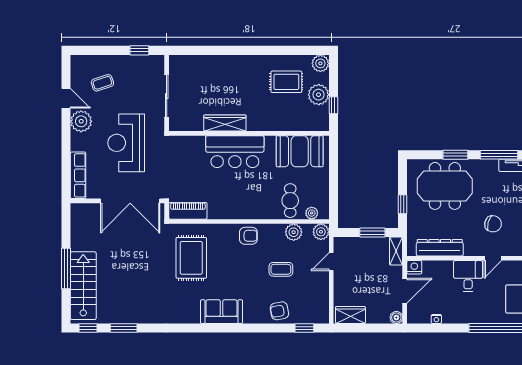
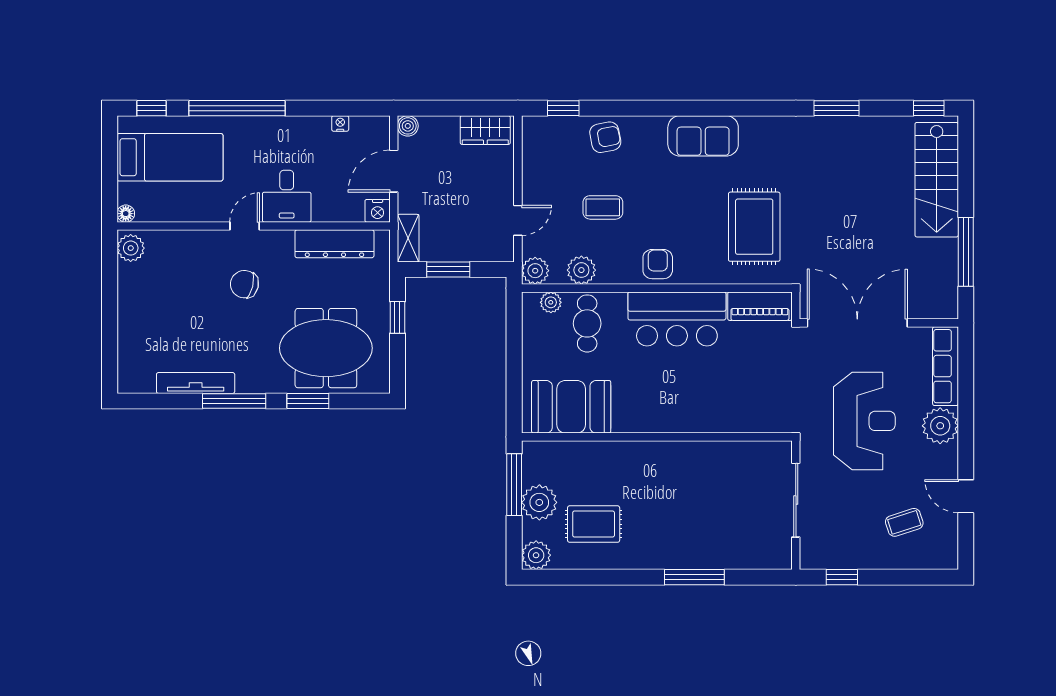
window: (227, 50) -> (694, 577), added
window: (333, 105) -> (514, 485), width x2.17
plant: (81, 121) -> (940, 426), moved
wardrobe: (225, 123) -> (697, 454), removed
bar counter: (235, 152) -> (677, 319), moved, turned 180
armchair: (248, 236) -> (658, 264), turned 90
window: (66, 269) -> (966, 252), moved
window: (124, 328) -> (836, 108), moved

